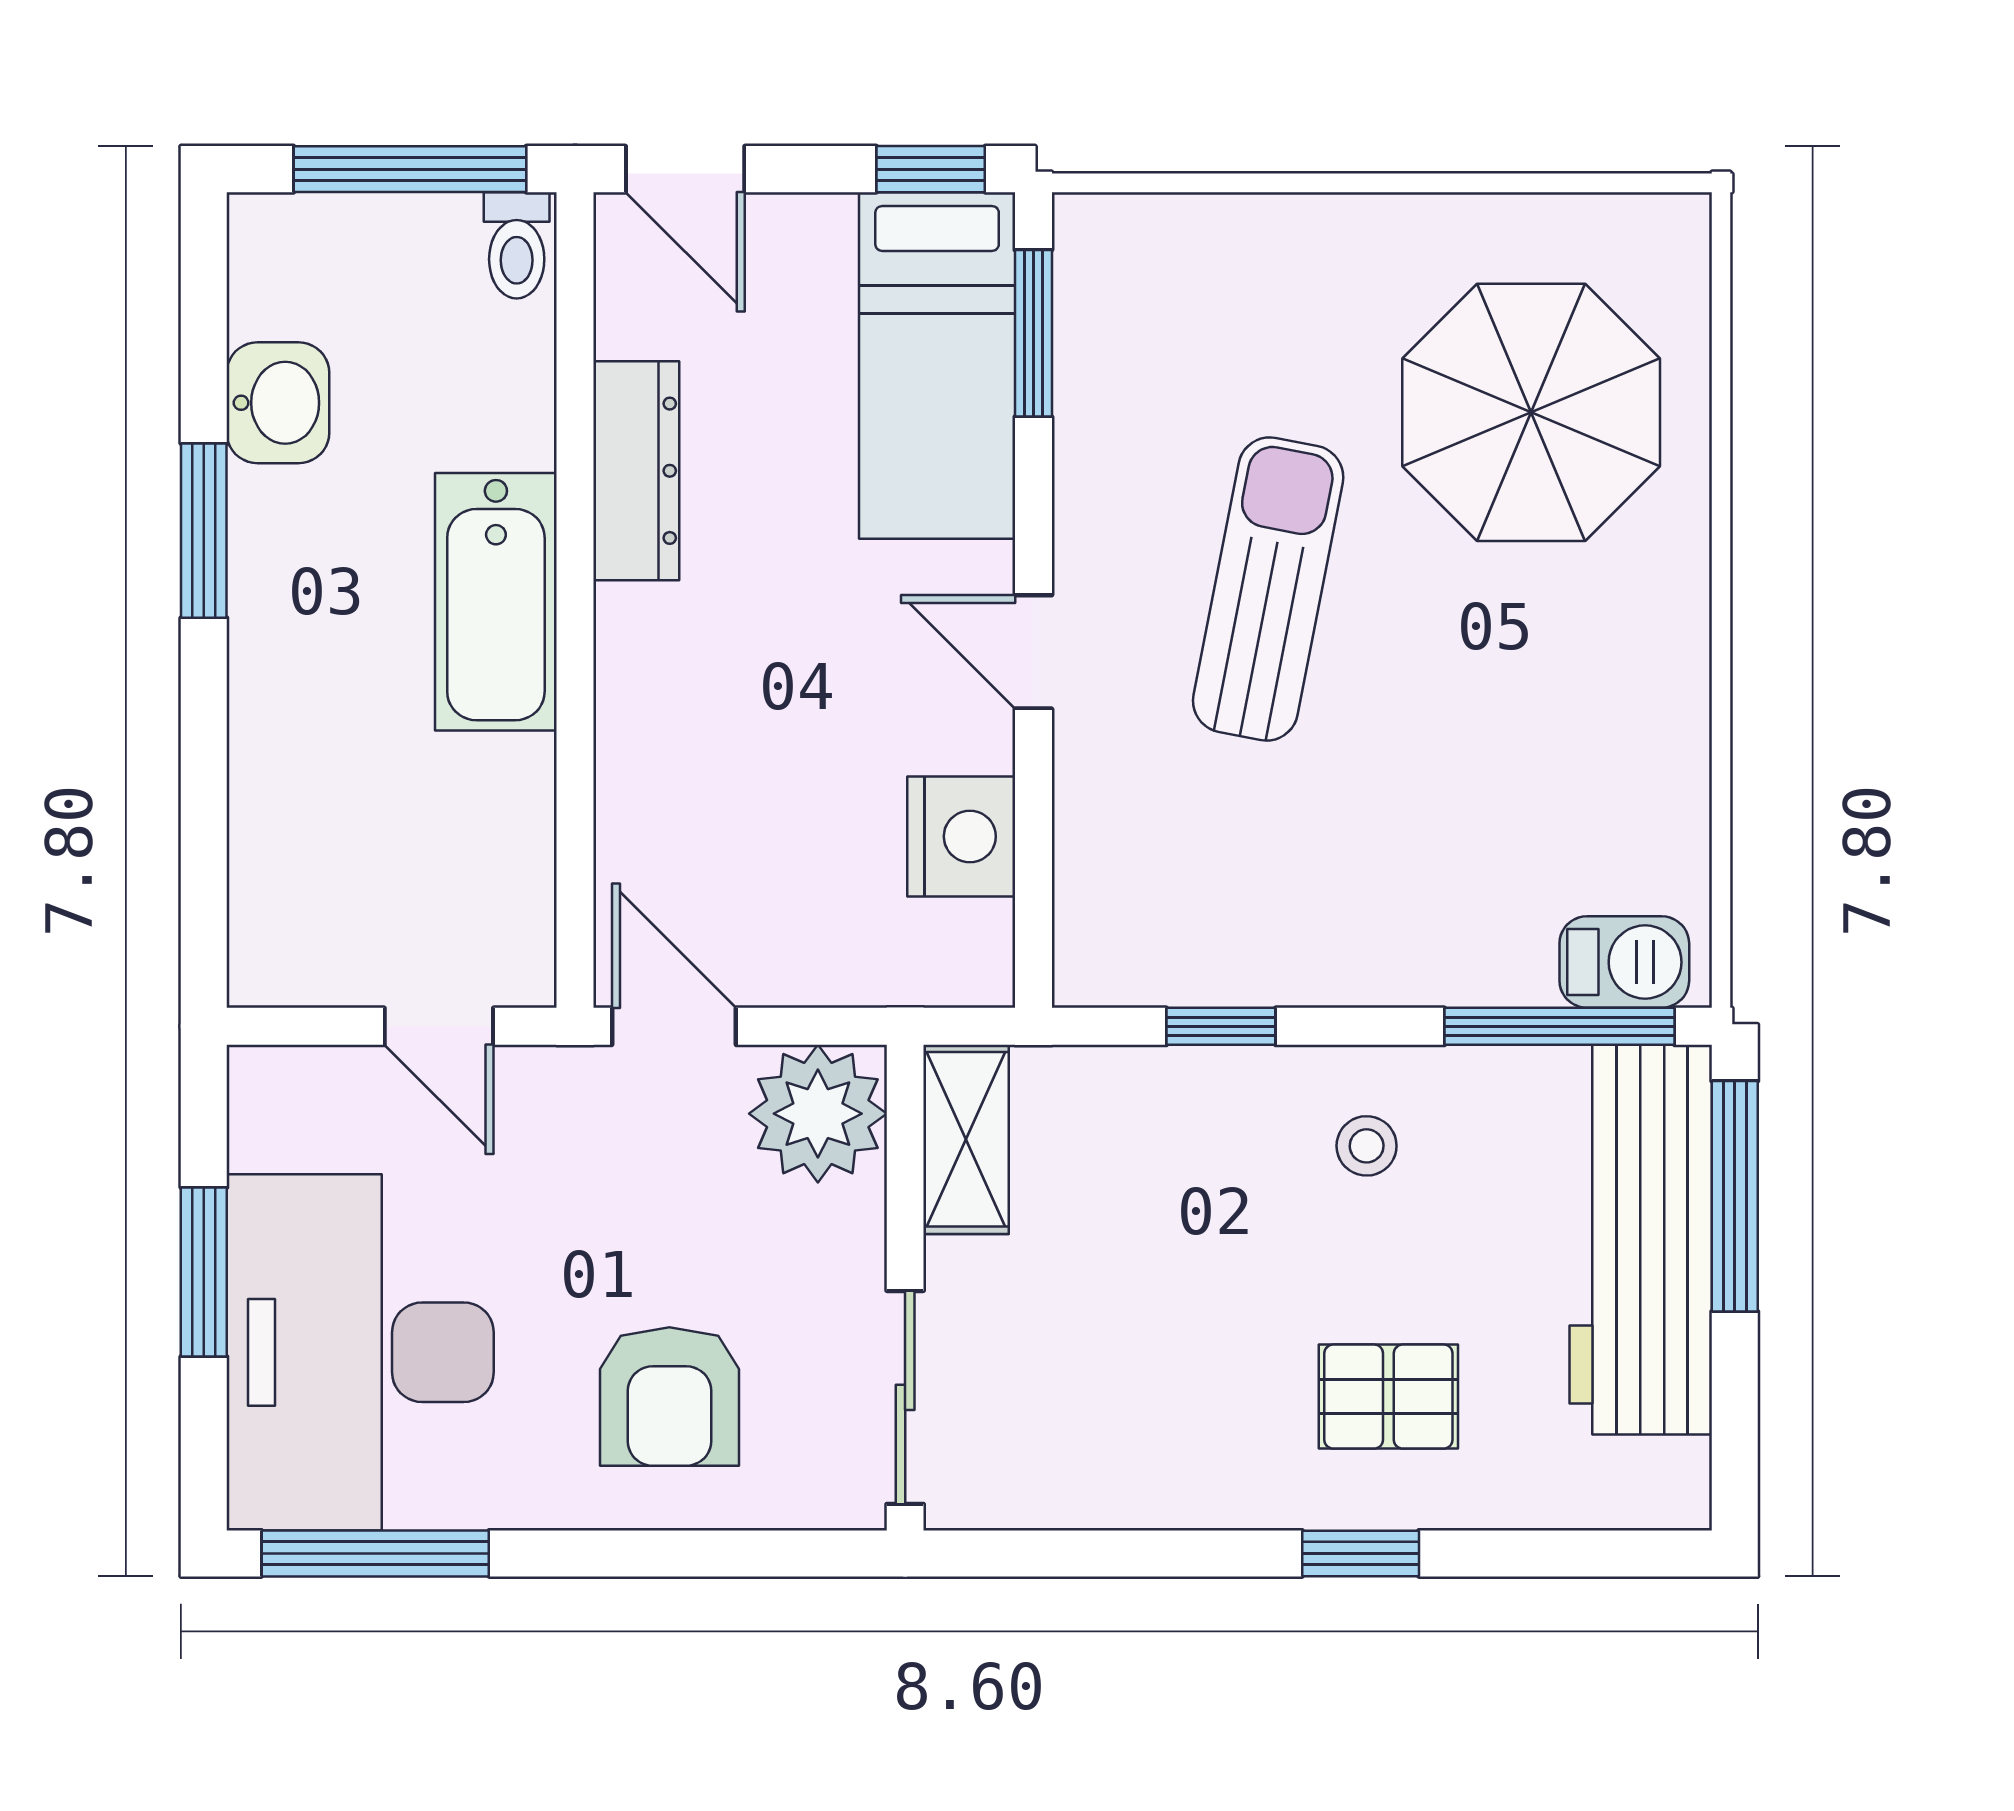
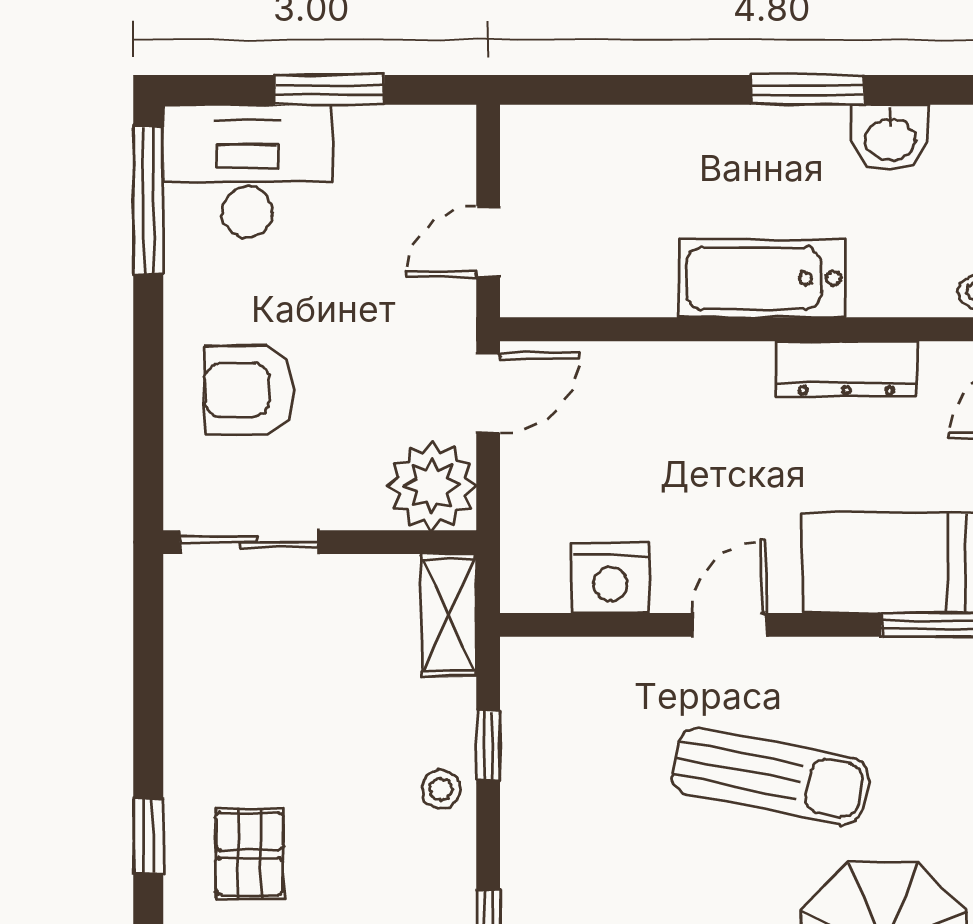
shelving: (966, 1139) -> (449, 615), moved, turned 90
stool: (1367, 1146) -> (441, 789), moved
desk: (360, 1352) -> (247, 171), width x0.73, depth x0.77

